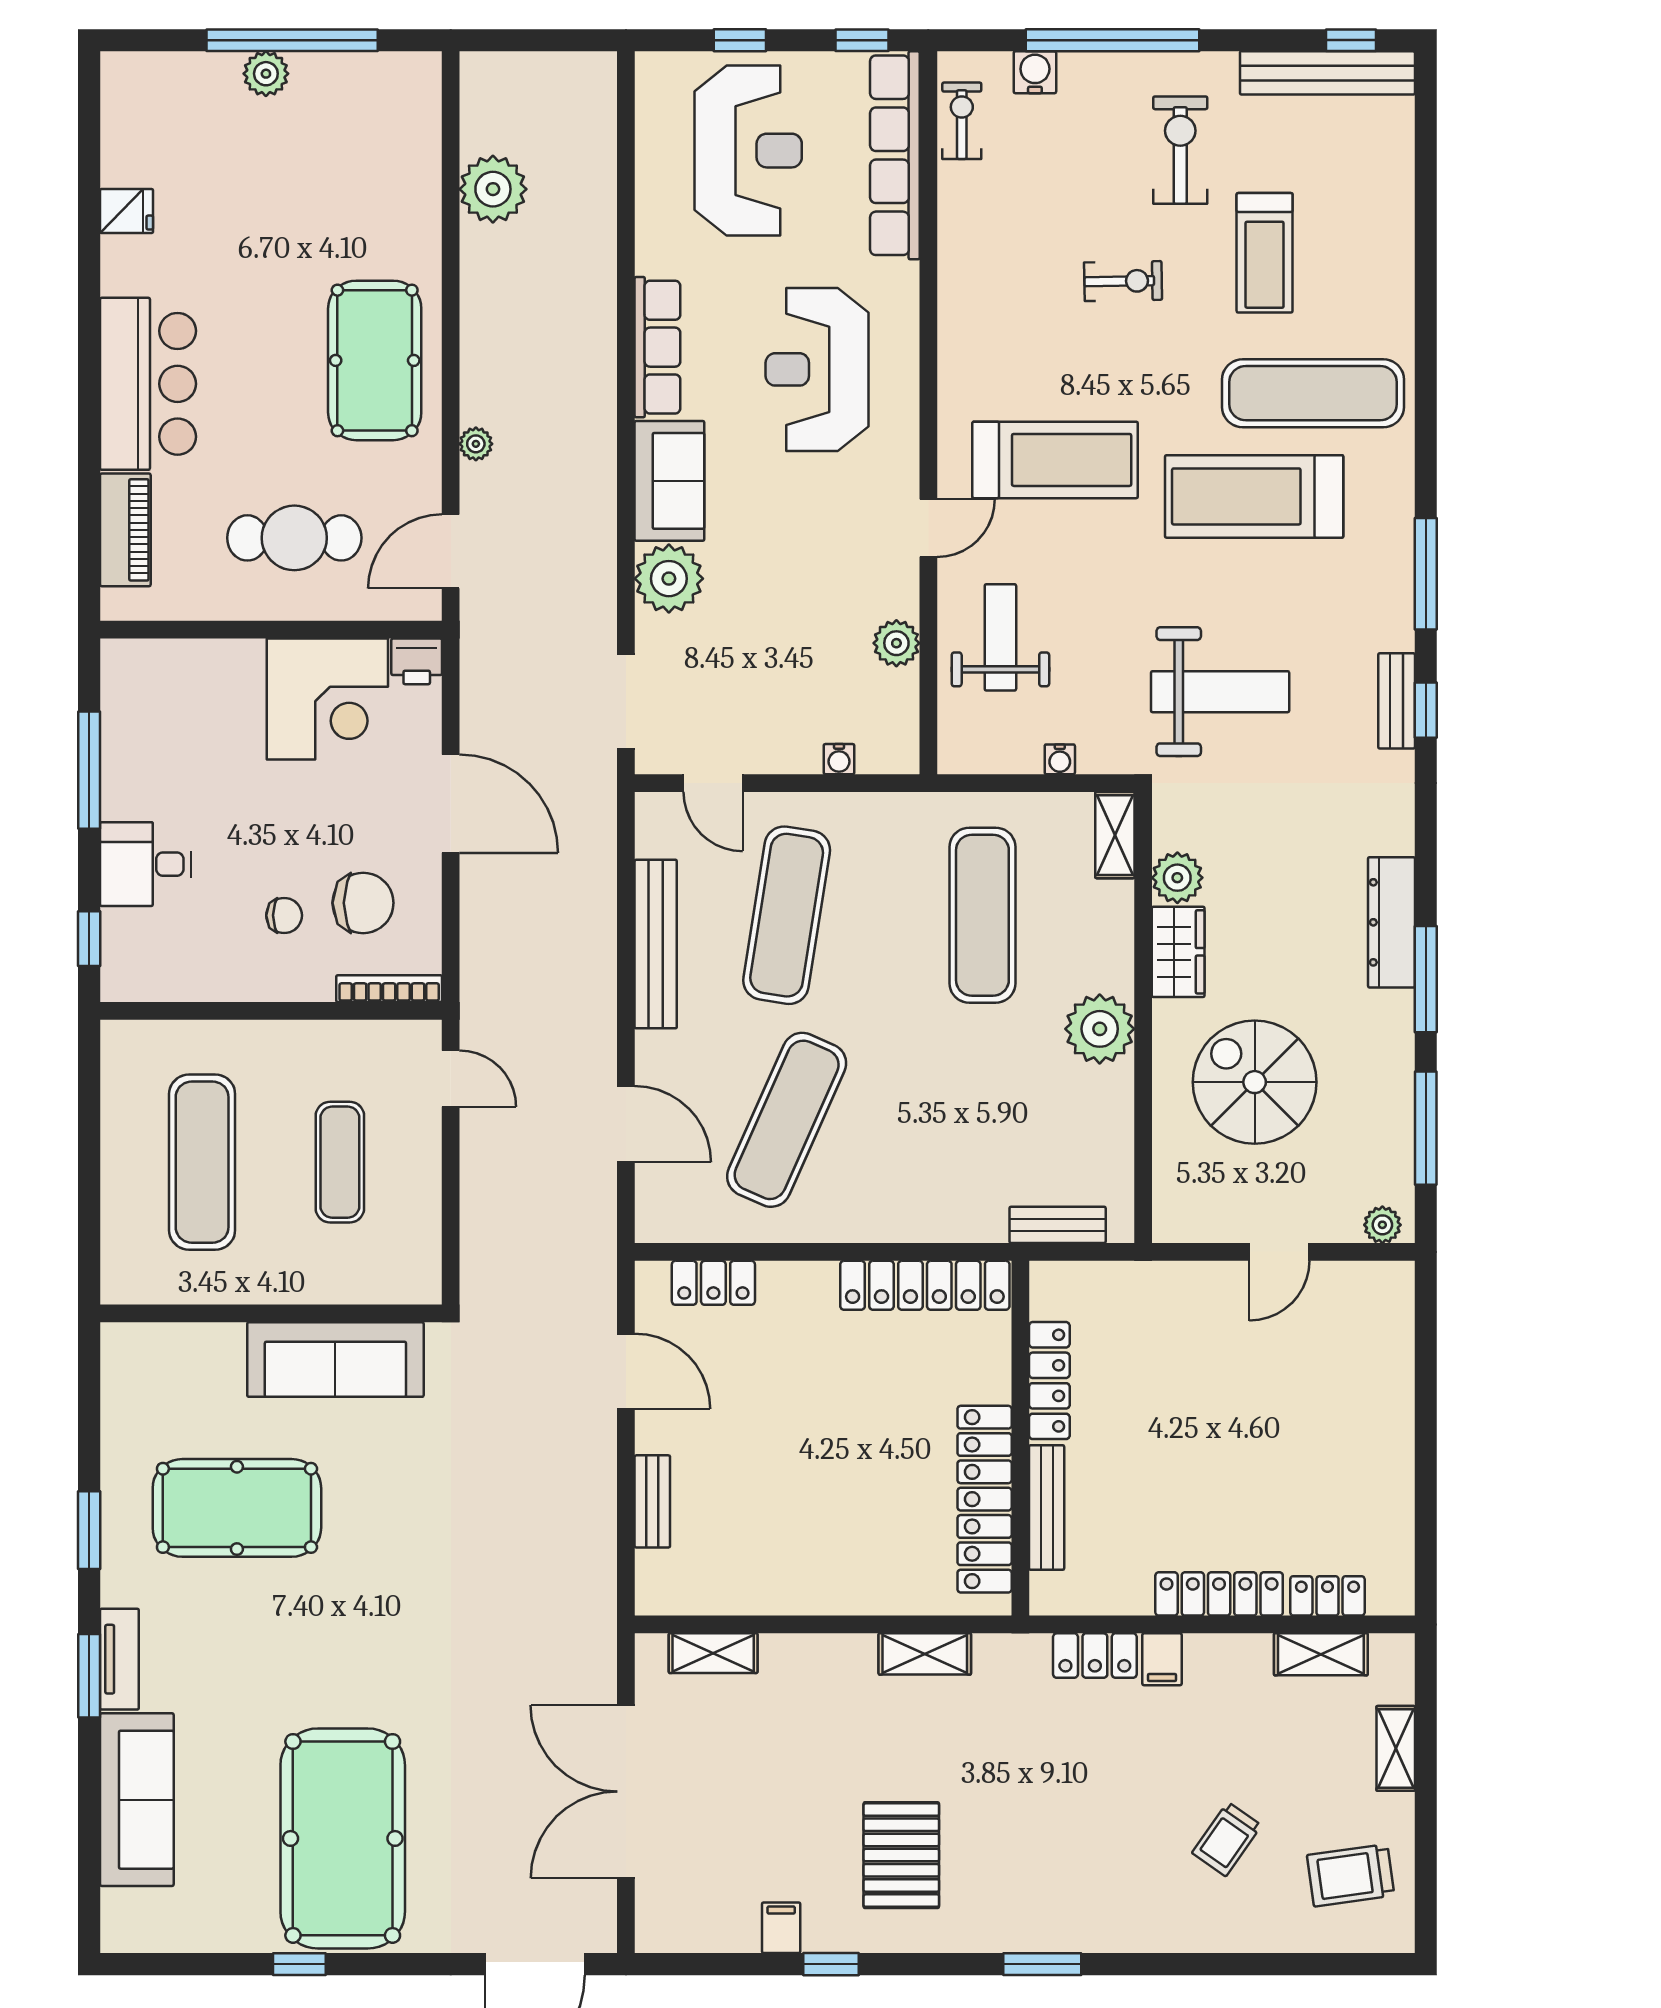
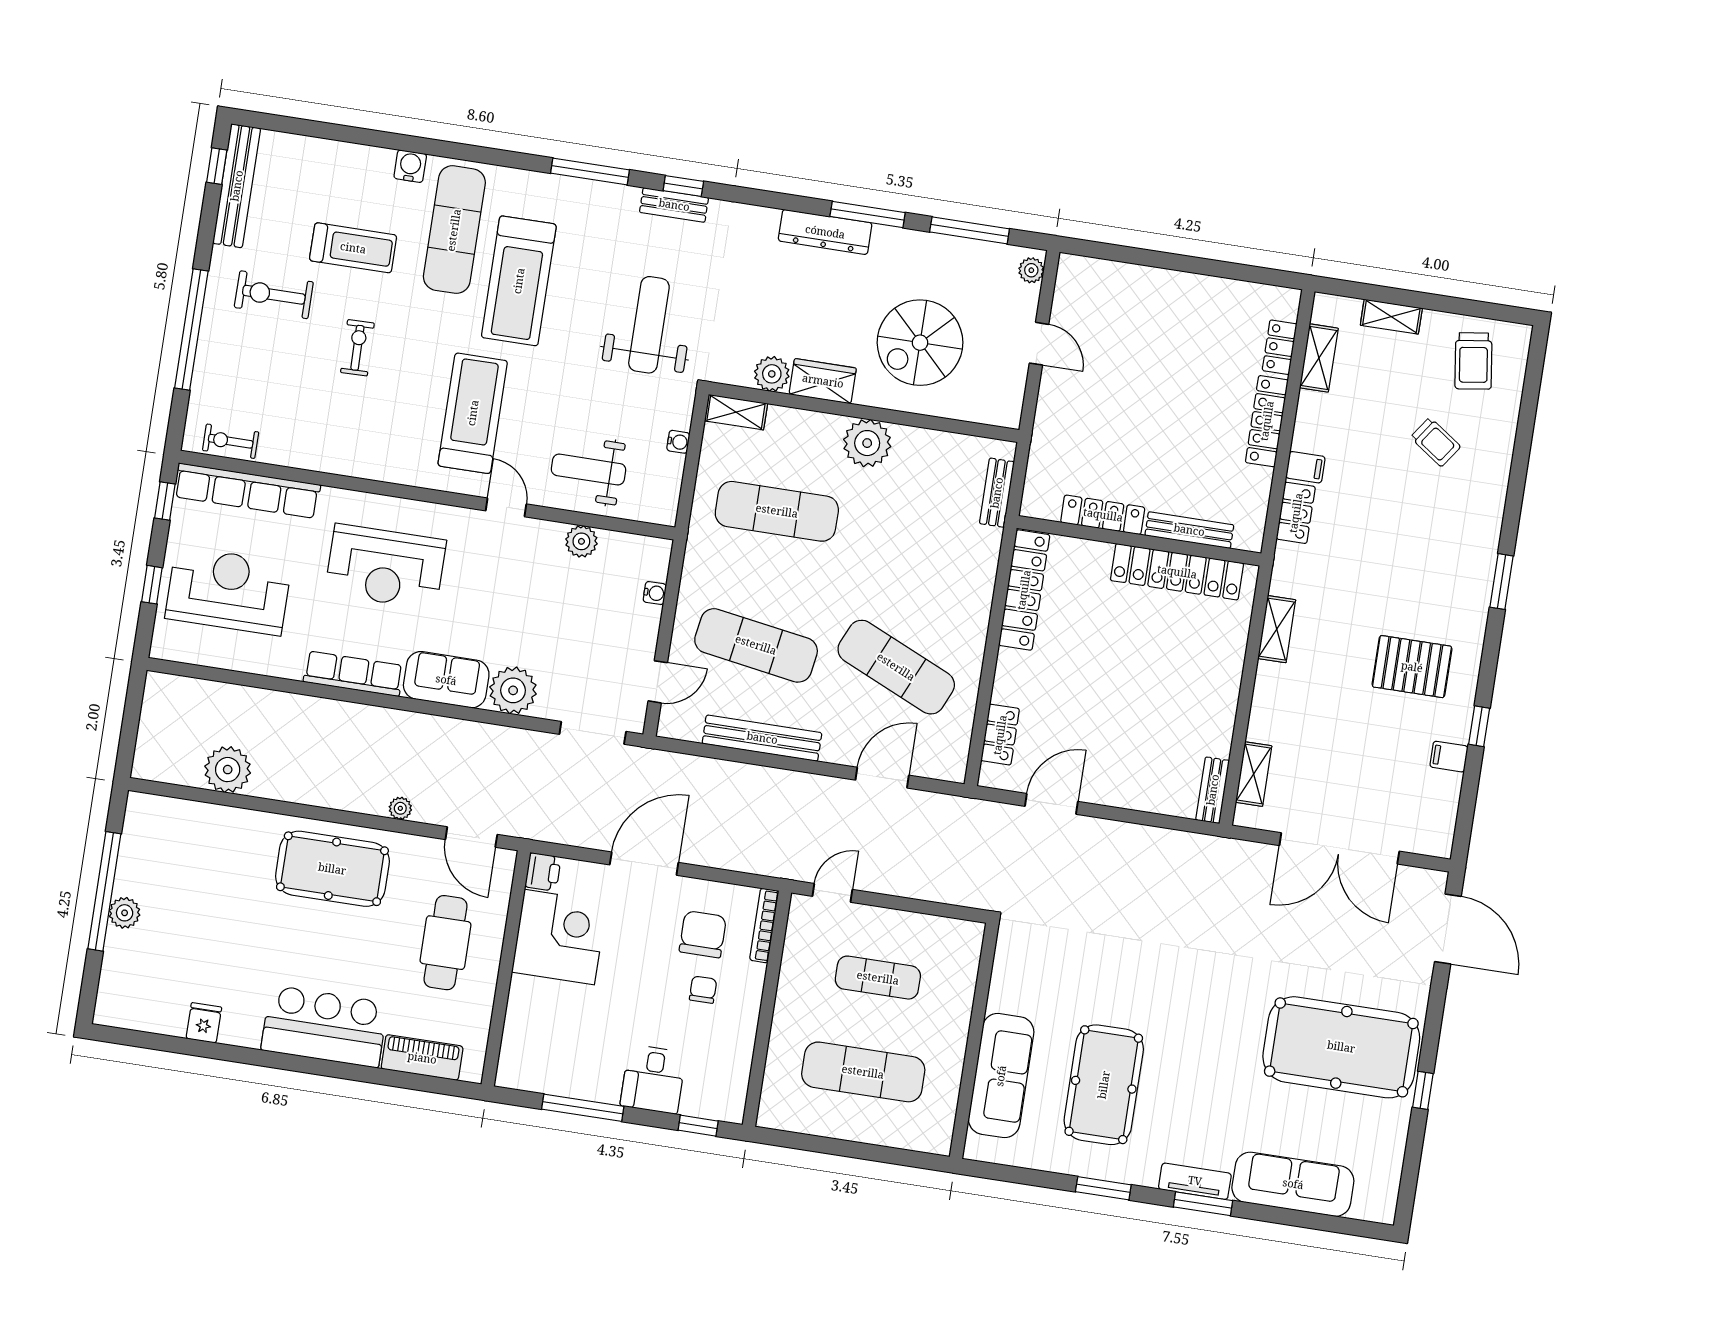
water cooler: (1035, 72) -> (410, 166), moved, turned 90
sofa: (335, 1360) -> (1001, 1076), moved
bench: (652, 1501) -> (1213, 790), moved, turned 90

